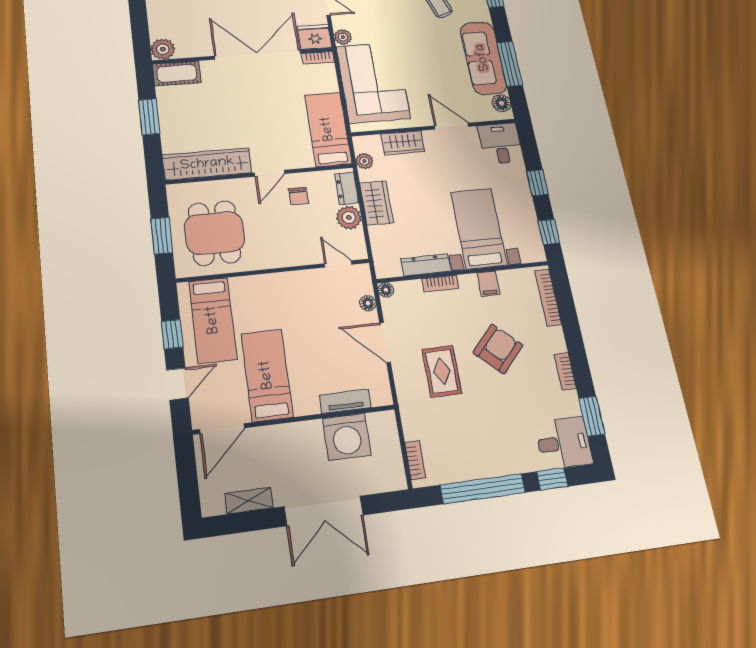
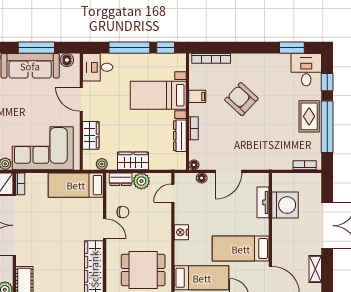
door: (452, 126) -> (81, 99), hinge flipped
window: (537, 183) -> (129, 48), width x2.17
nightstand: (280, 282) -> (181, 232), added
rug: (442, 371) -> (309, 116), moved, turned 90
bookcase: (565, 371) -> (261, 58), removed

